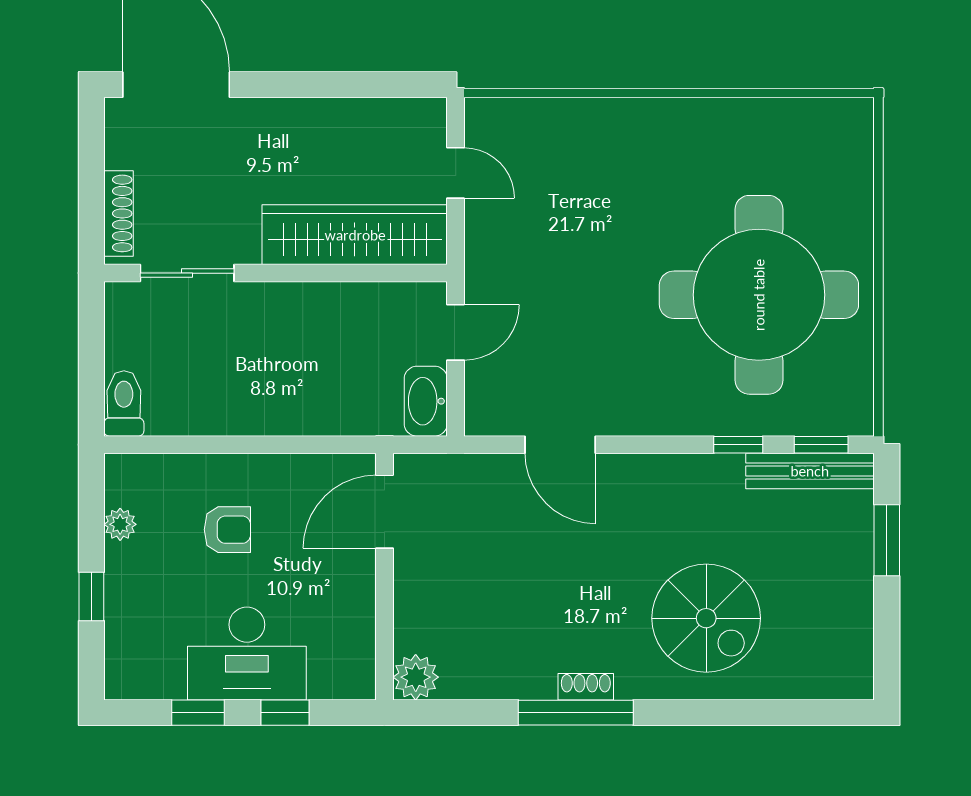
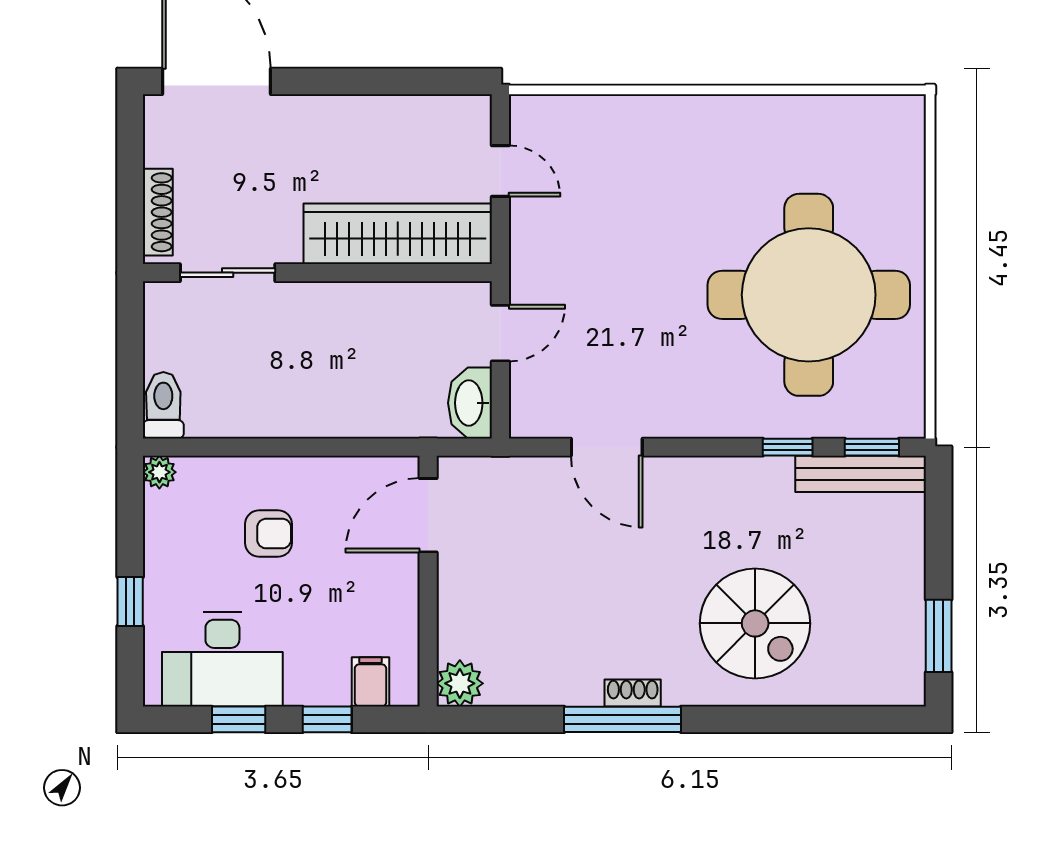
plant: (120, 524) -> (159, 472), moved
window: (887, 540) -> (939, 636), moved
desk: (247, 653) -> (222, 659), moved
filing cabinet: (328, 676) -> (370, 682), added

